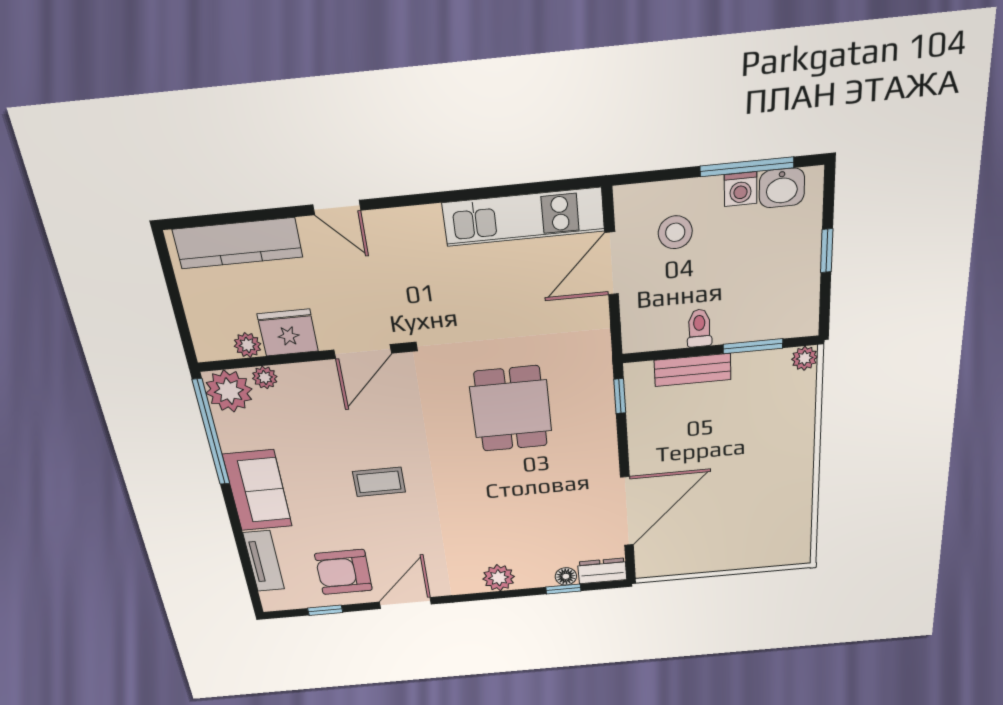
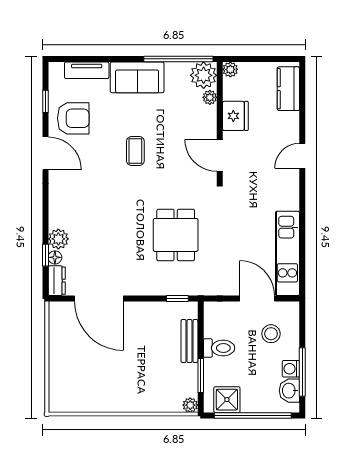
kitchen counter: (238, 243) -> (288, 89), width x0.67
window: (827, 251) -> (253, 415), width x3.17
shower: (796, 298) -> (227, 400), added
toilet: (699, 328) -> (219, 348), width x1.37, depth x1.39
plant: (248, 345) -> (230, 69), moved
dining table: (511, 409) -> (176, 235), turned 90
armchair: (344, 572) -> (73, 118), turned 90
plant: (499, 578) -> (58, 239), moved

